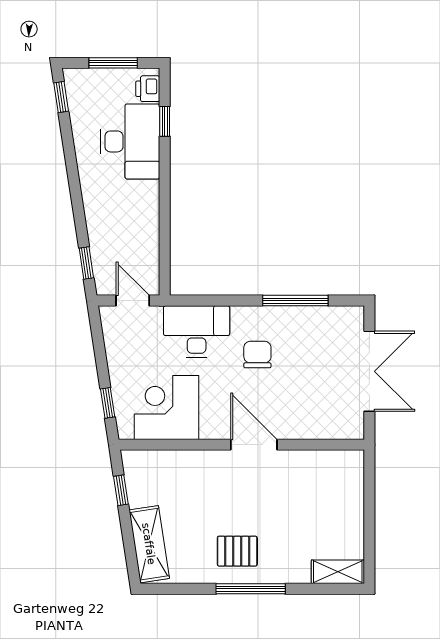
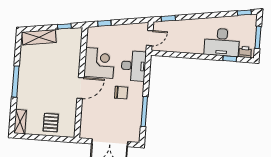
corner desk: (166, 407) -> (99, 63), moved
pallet: (237, 551) -> (51, 123), moved

